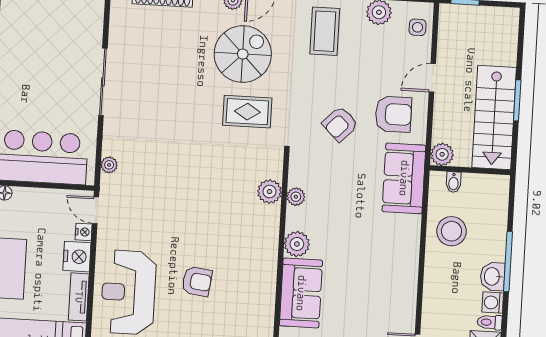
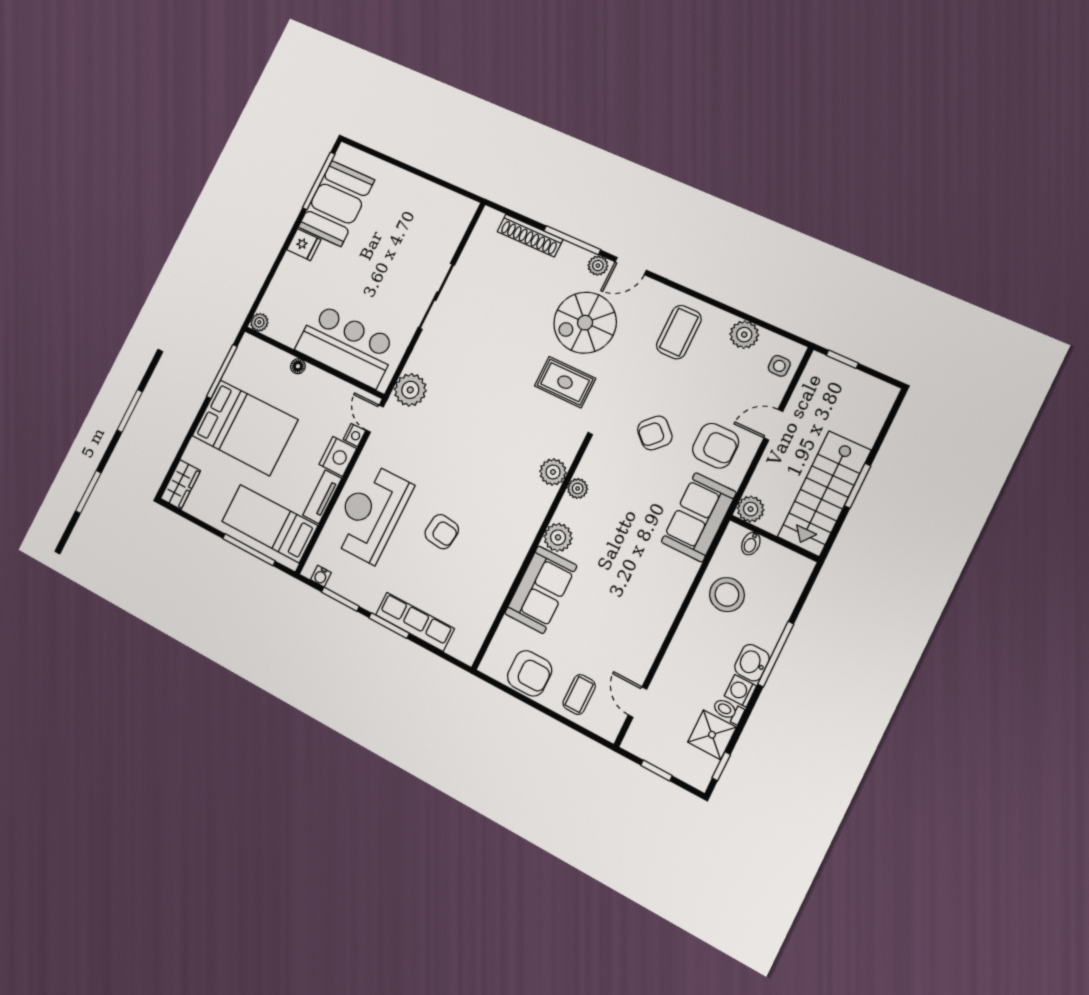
spiral stairs: (243, 54) -> (585, 323), turned 180
plant: (109, 165) -> (410, 390), width x1.88, depth x1.88

